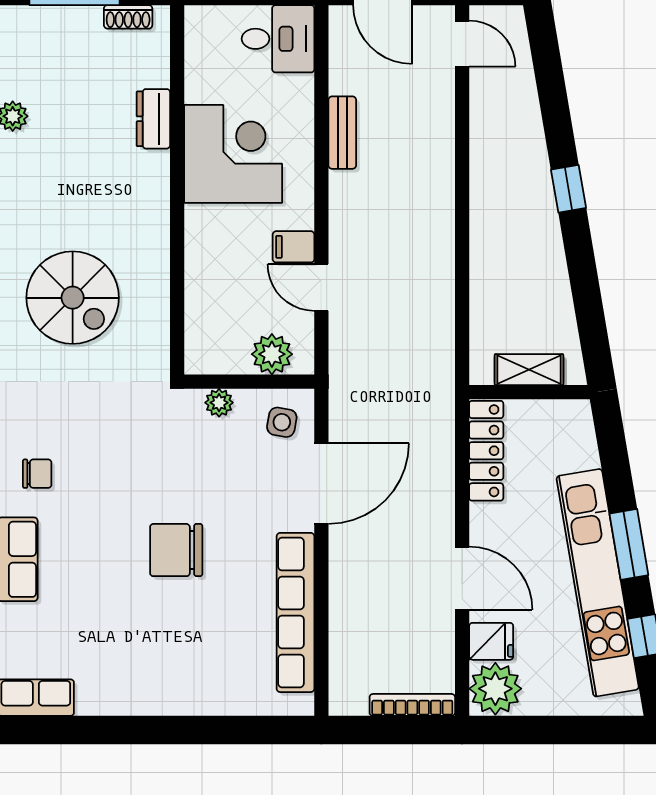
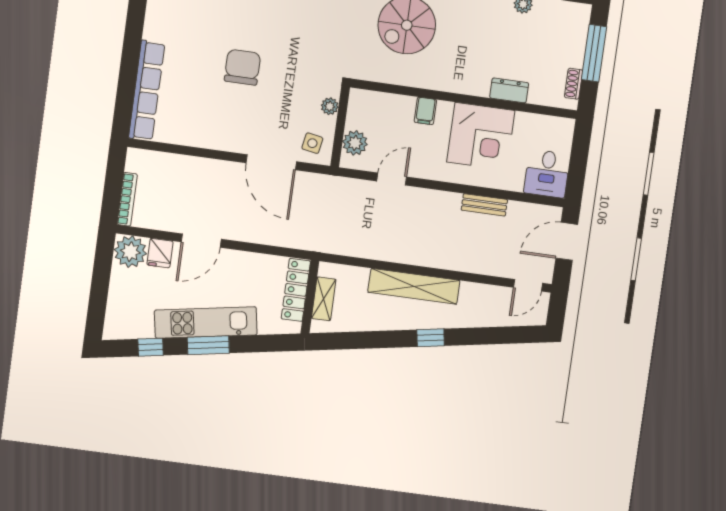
shelving: (489, 228) -> (414, 286), added
filing cabinet: (294, 247) -> (425, 111), moved, turned 180
locker: (486, 451) -> (296, 290), moved, turned 90
kitchen unit: (598, 583) -> (206, 322), width x0.73
row of seats: (295, 612) -> (147, 91), moved, turned 90

